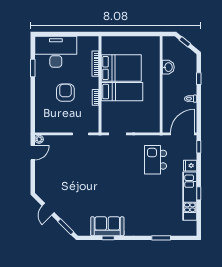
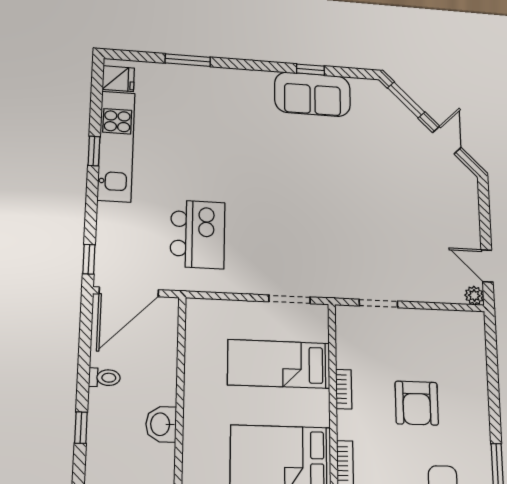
washbasin: (168, 67) -> (161, 424), moved
bed: (122, 92) -> (279, 364), moved
door: (33, 153) -> (487, 266), hinge flipped
fridge: (190, 166) -> (118, 79), moved

